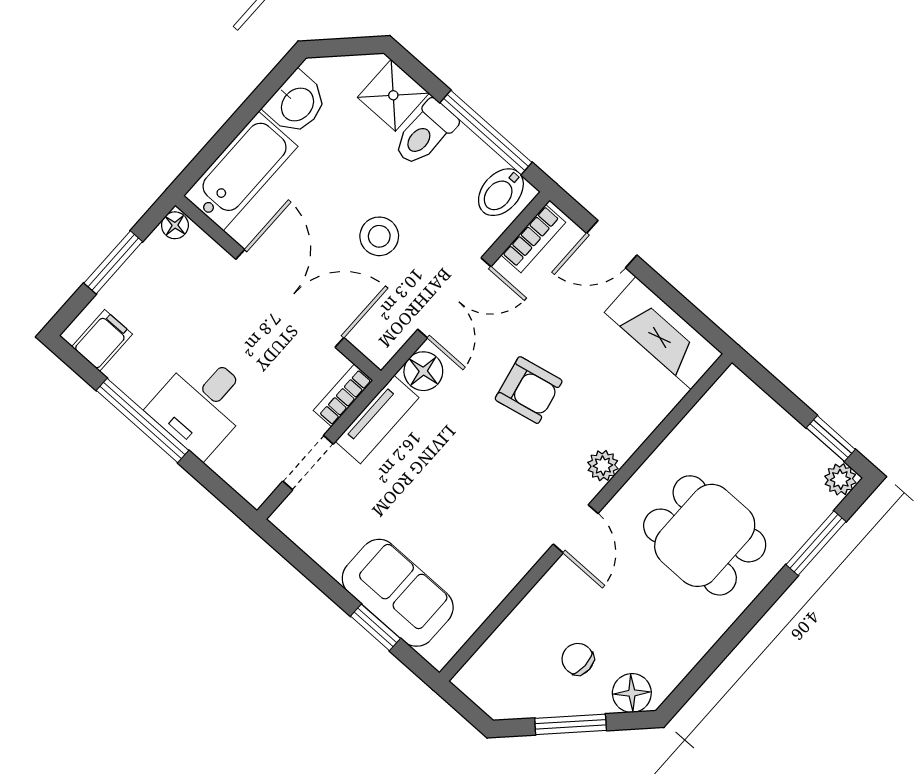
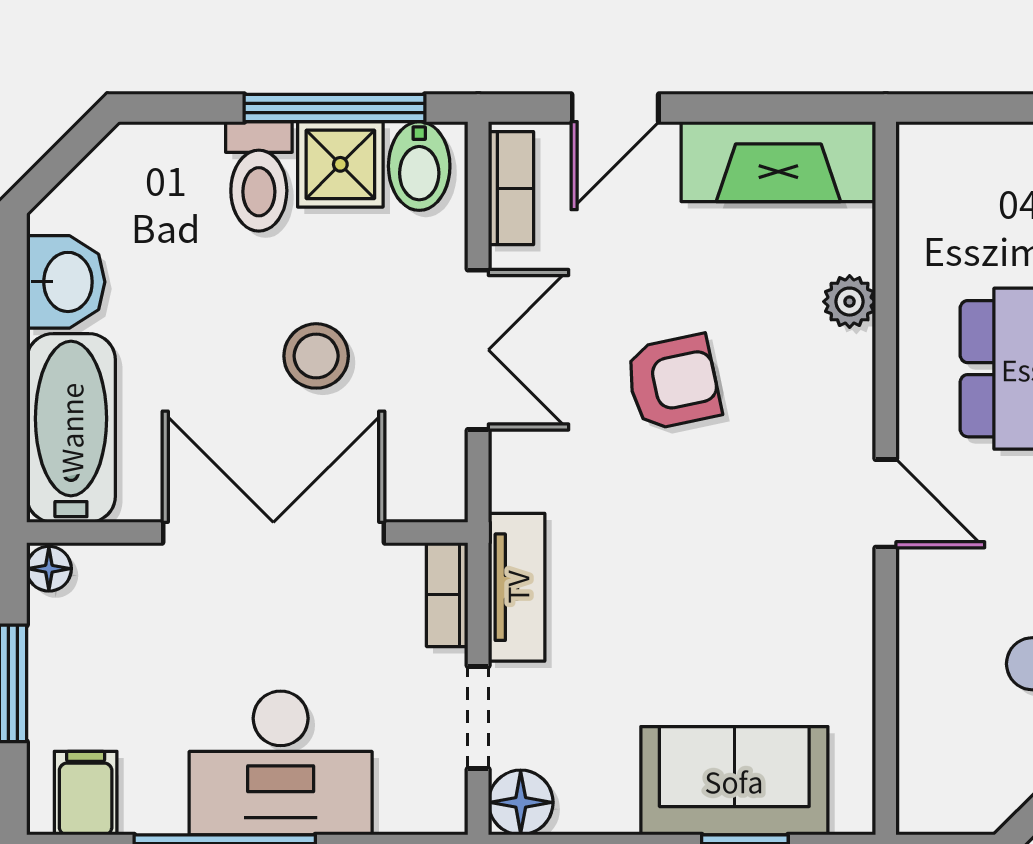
shower: (393, 95) -> (340, 164), moved
floor lamp: (423, 371) -> (521, 802), moved
desk: (201, 404) -> (281, 763), width x1.37
plant: (603, 466) -> (850, 302), moved

